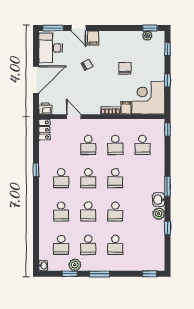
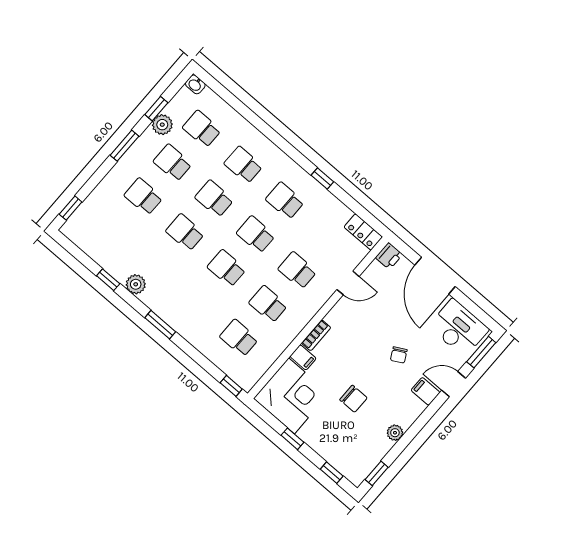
plant: (147, 36) -> (395, 433), moved
washbasin: (159, 200) -> (153, 299), removed

